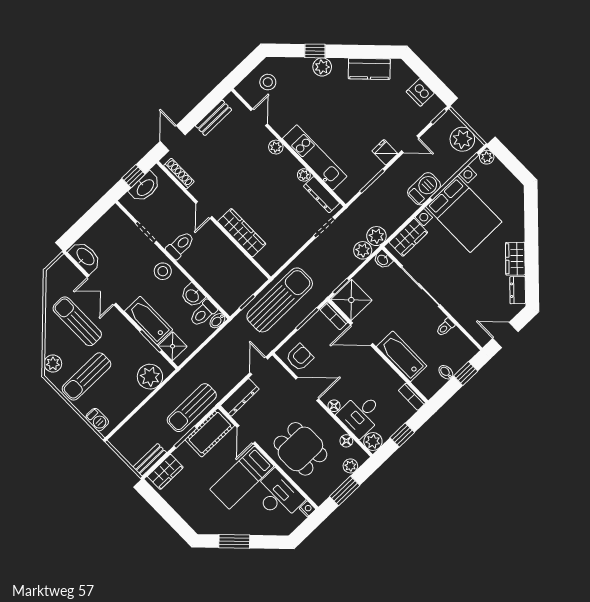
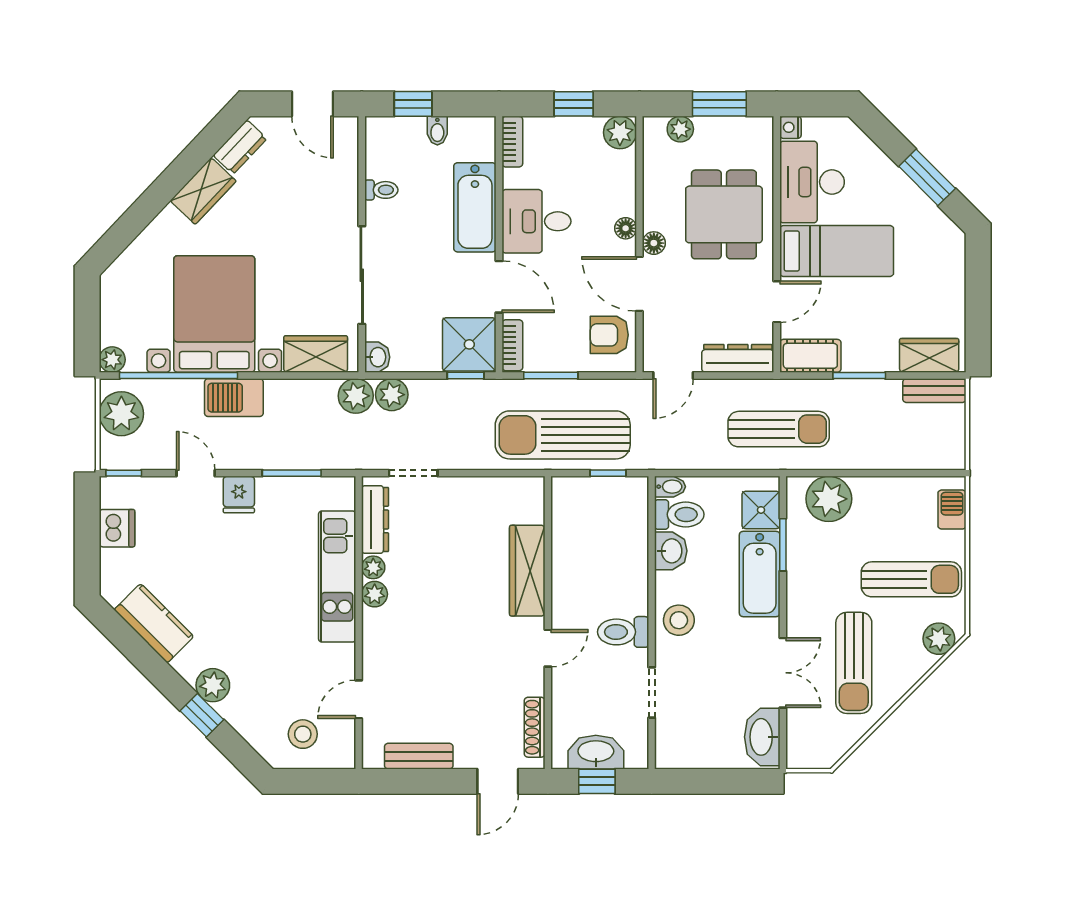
plant: (276, 147) -> (375, 594), moved
sun lounger: (192, 408) -> (779, 429), moved
desk: (361, 415) -> (536, 221), moved, turned 180
cot: (210, 433) -> (810, 356), width x0.73, depth x0.75
floor lamp: (346, 441) -> (654, 243), moved

